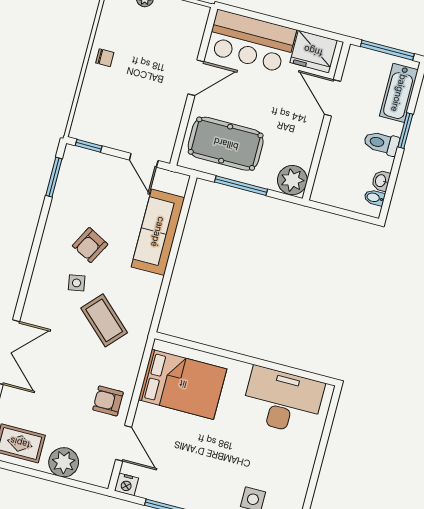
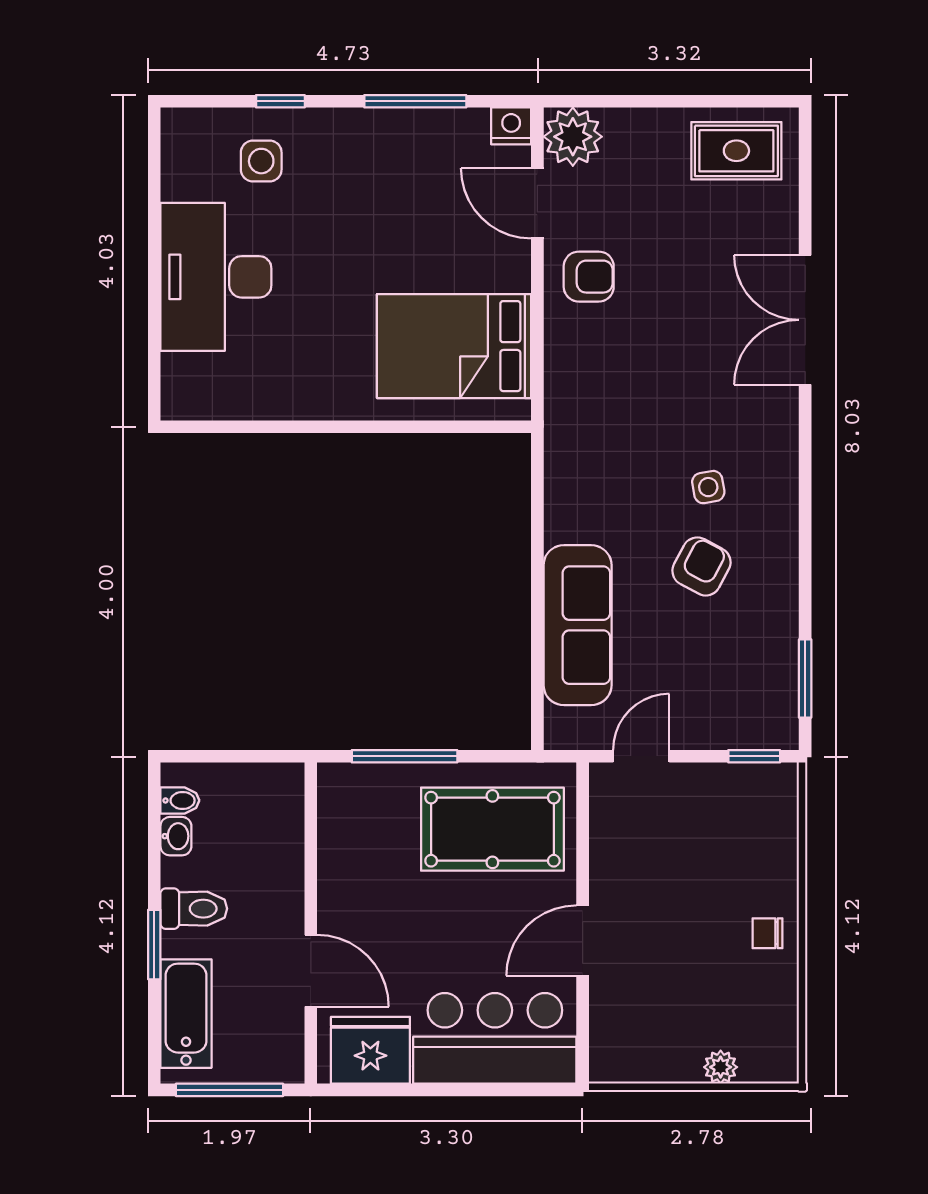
door: (144, 160) -> (641, 756), hinge flipped
plant: (292, 180) -> (346, 793), removed
window: (241, 186) -> (405, 756), moved
coffee table: (104, 320) -> (637, 429), removed
desk: (283, 401) -> (216, 277), moved, turned 90
plant: (64, 462) -> (573, 137), moved

